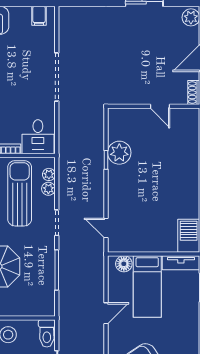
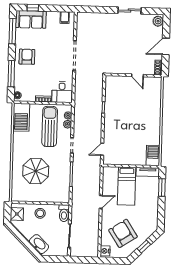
plant: (119, 153) -> (112, 103), removed
door: (106, 228) -> (102, 149), hinge flipped
floor lamp: (124, 264) -> (113, 172), removed

